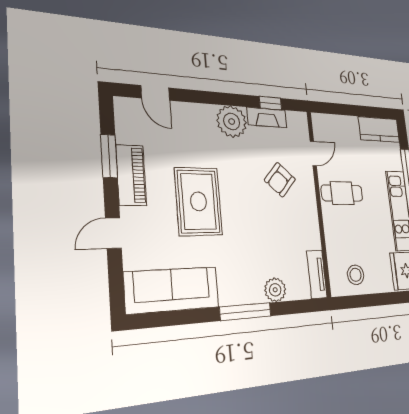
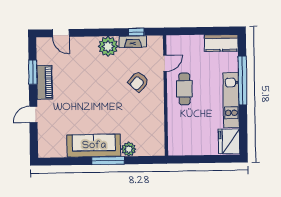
cafe table: (342, 193) -> (184, 89), turned 90
rug: (199, 201) -> (83, 96), removed
tv unit: (317, 274) -> (159, 141), removed
stool: (356, 275) -> (188, 142), removed
sofa: (172, 290) -> (94, 146), moved

